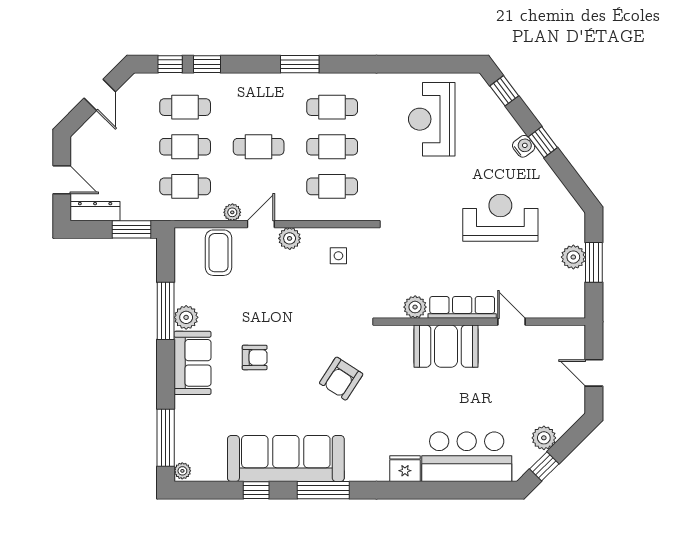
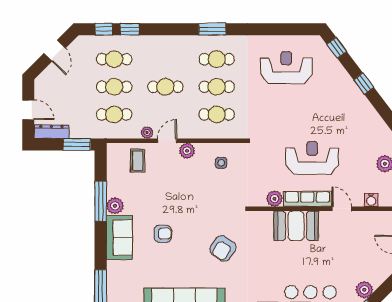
window: (300, 64) -> (212, 29), moved
reception desk: (432, 119) -> (286, 68), turned 90
water cooler: (524, 146) -> (371, 200), moved, turned 127
reception desk: (500, 218) -> (312, 158), moved
coffee table: (218, 253) -> (137, 161), width x0.73, depth x0.77

